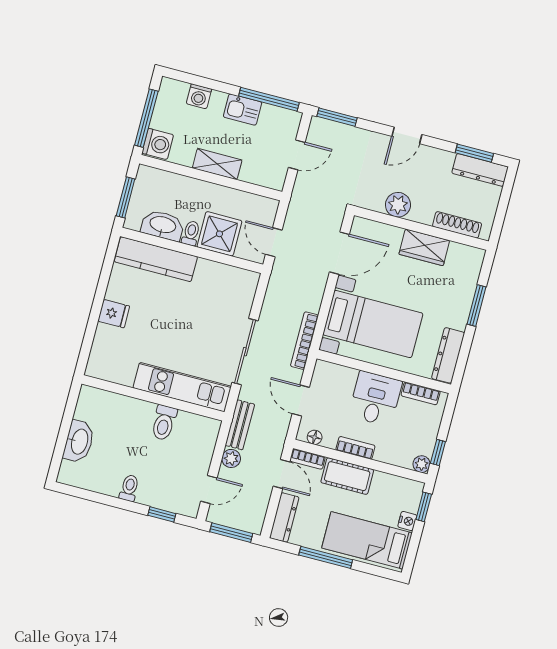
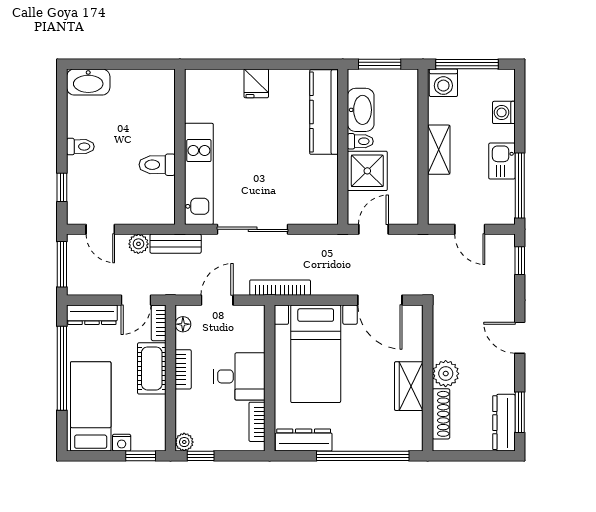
window: (337, 117) -> (520, 261), width x0.67
plant: (398, 205) -> (446, 374), moved
window: (476, 306) -> (363, 456), width x2.11
washbasin: (79, 441) -> (88, 82), moved
window: (326, 557) -> (62, 368), width x1.46

